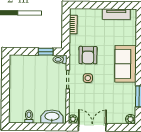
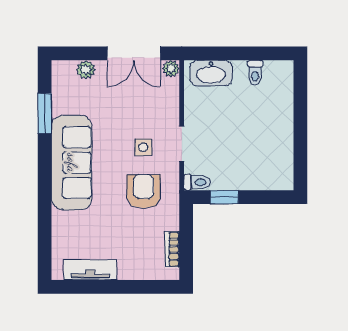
sofa: (126, 64) -> (72, 163), width x1.36
plant: (131, 119) -> (86, 70), moved

